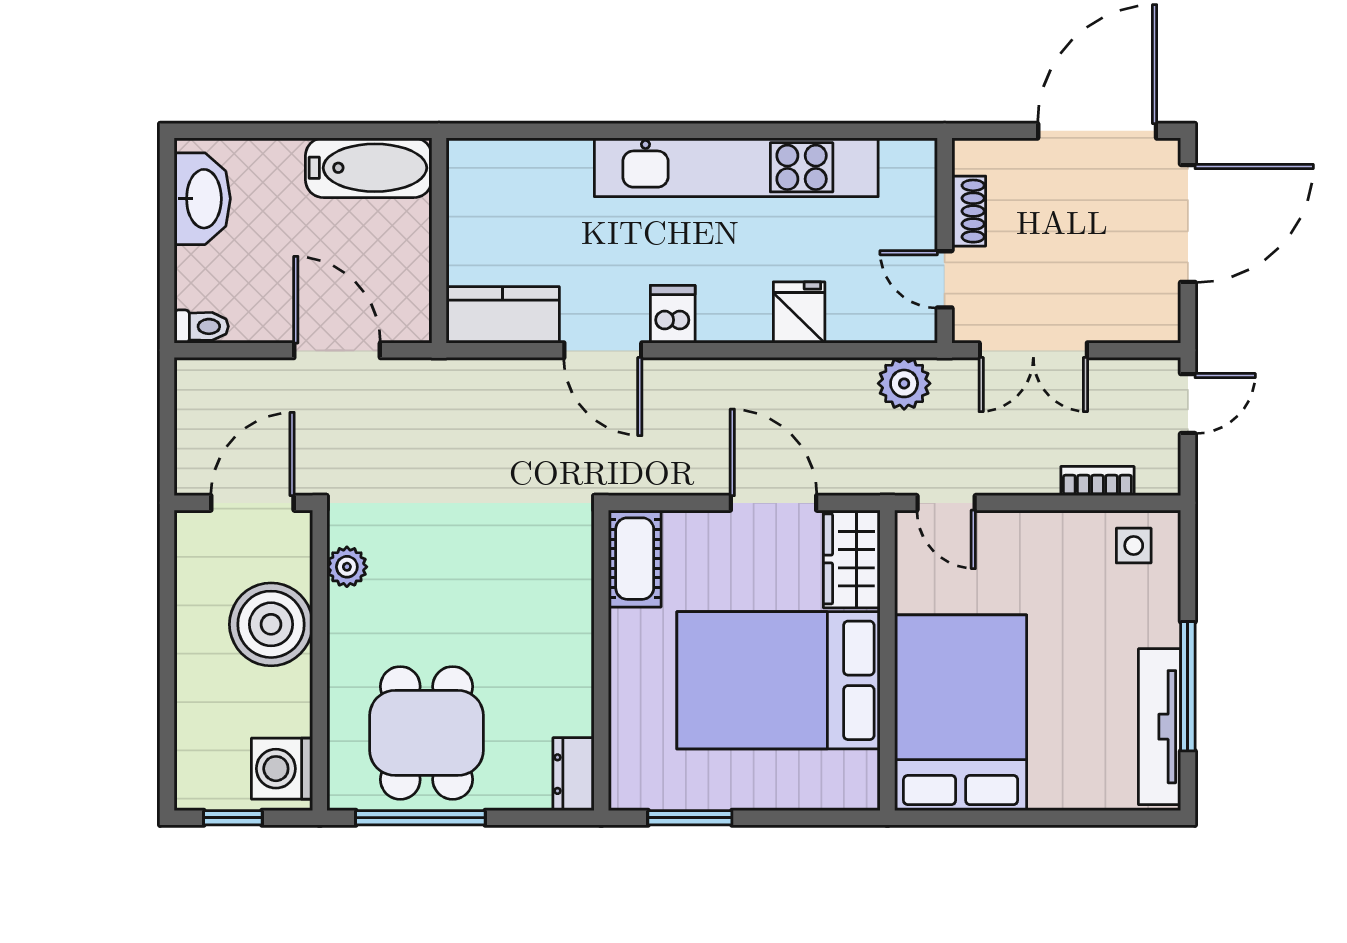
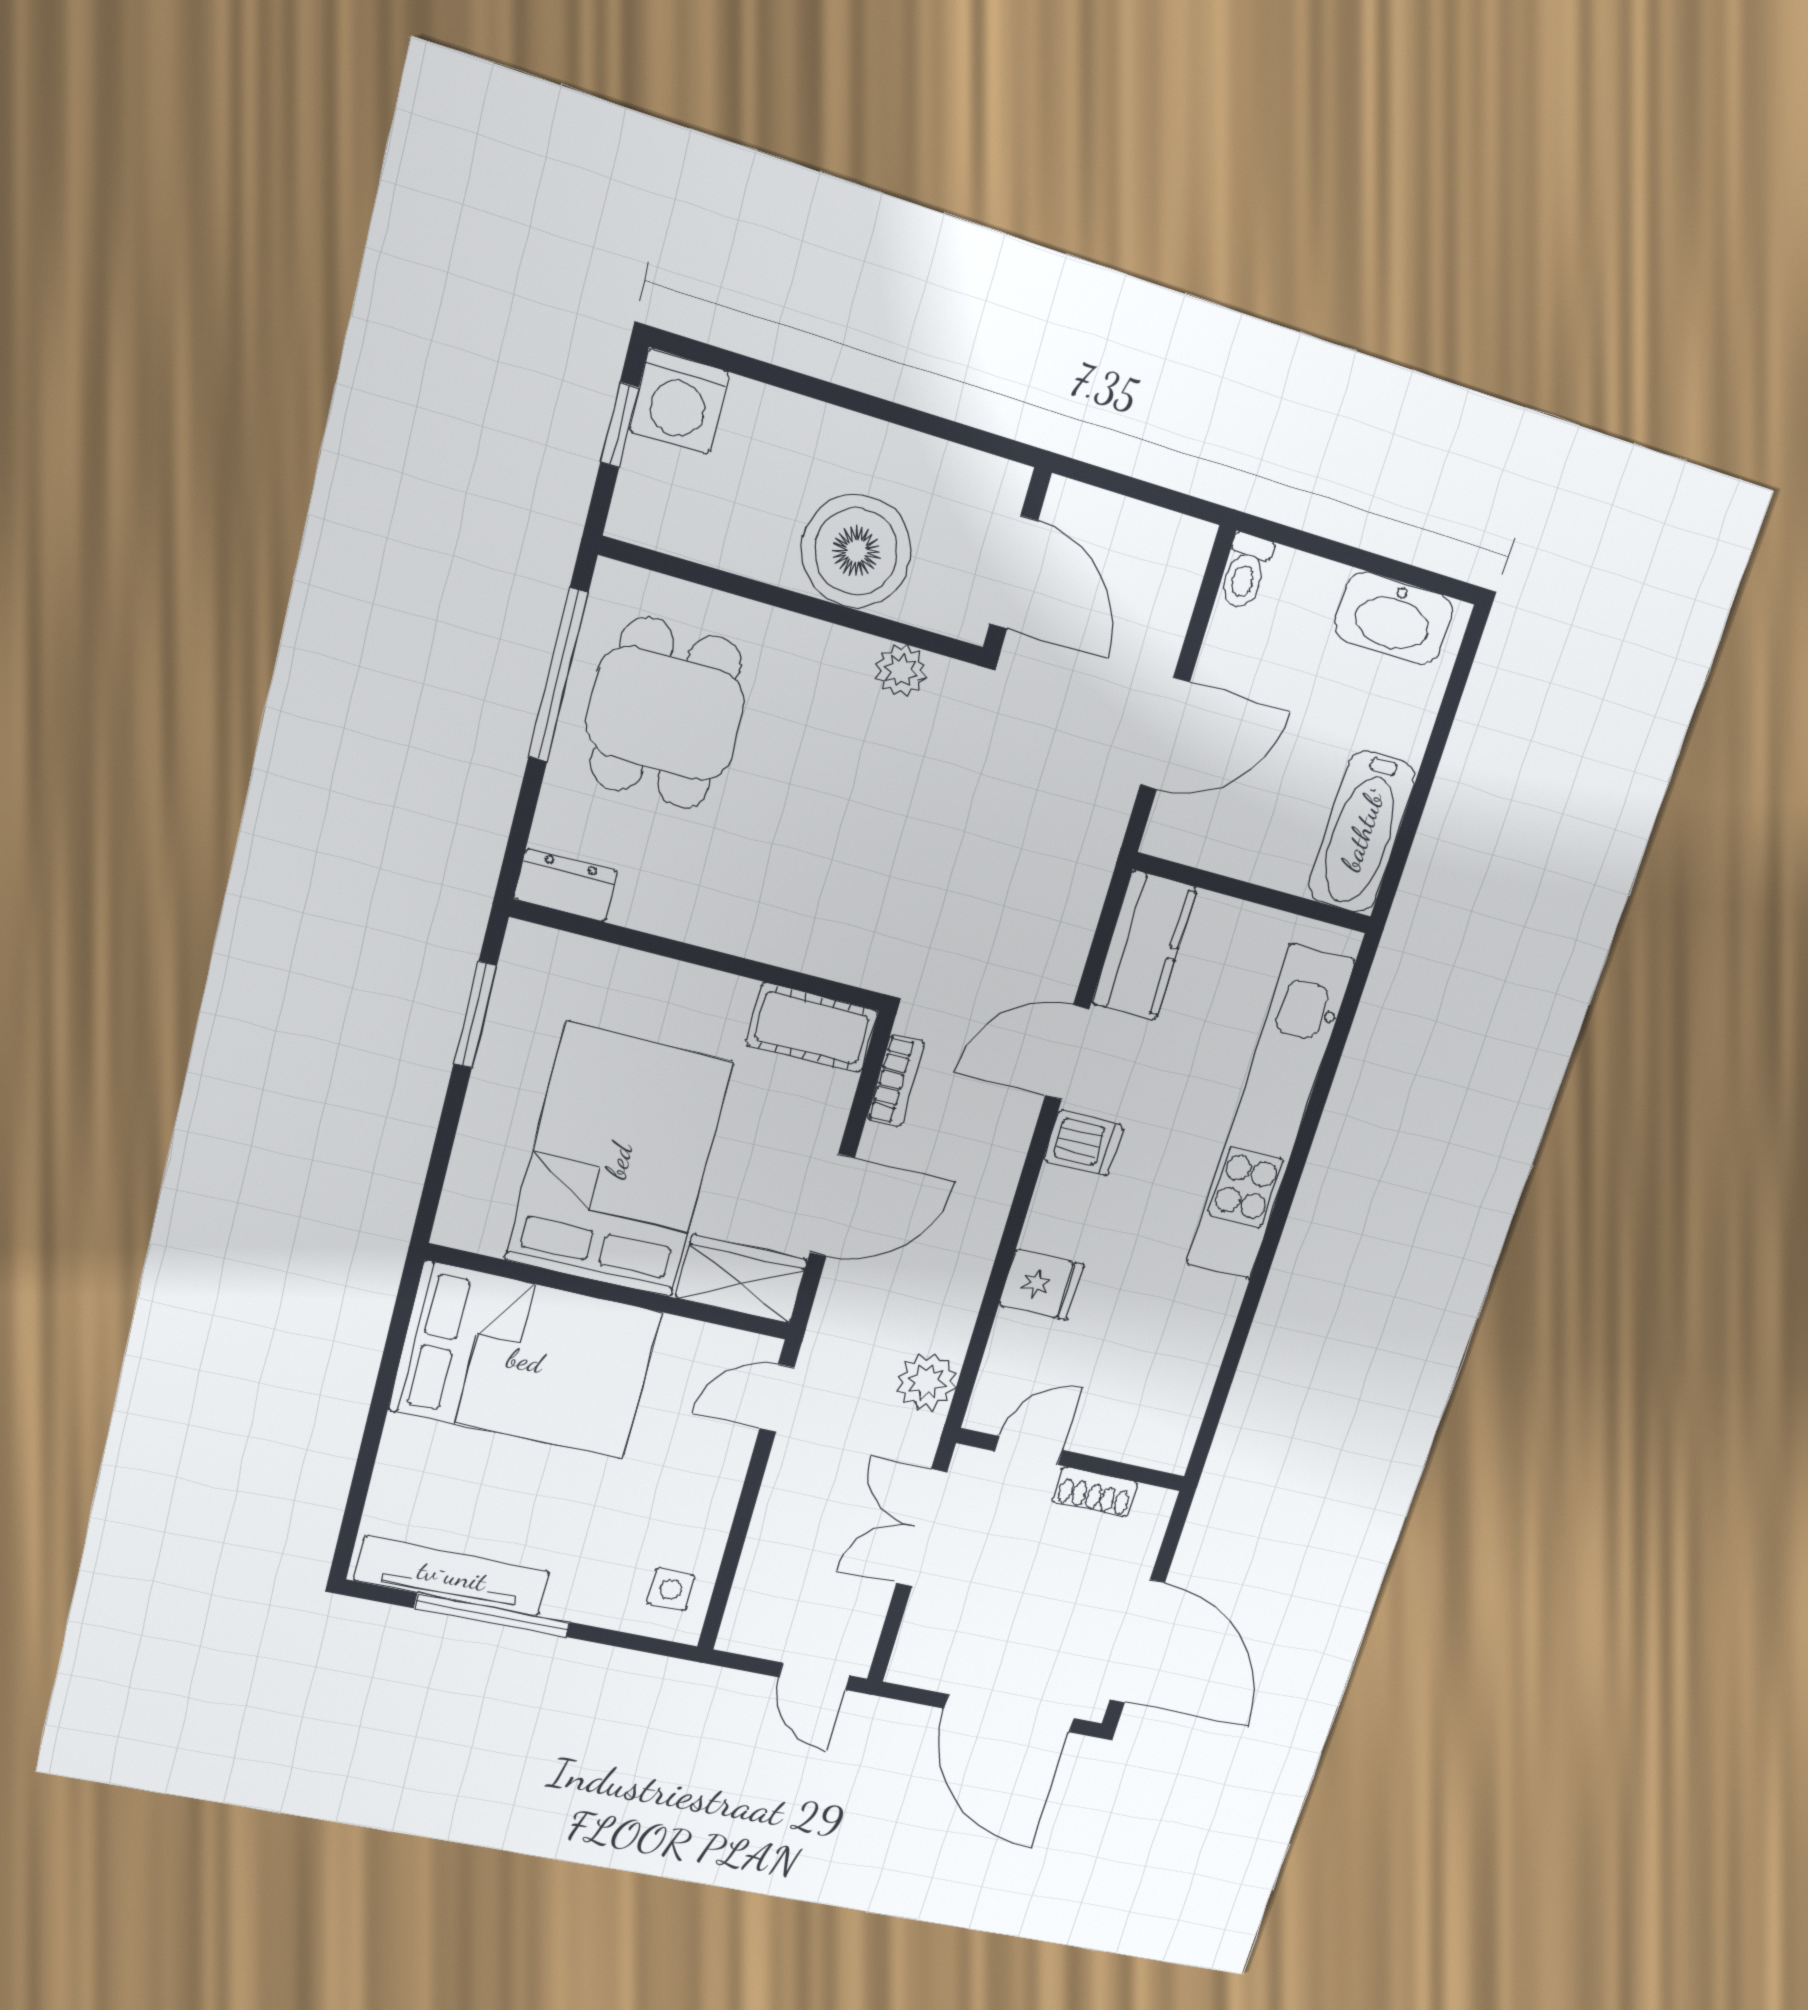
kitchen unit: (736, 167) -> (1270, 1114), moved
bookcase: (1097, 481) -> (896, 1080), moved
dining table: (426, 733) -> (665, 713), turned 90
washing machine: (282, 769) -> (679, 402), moved, turned 180

